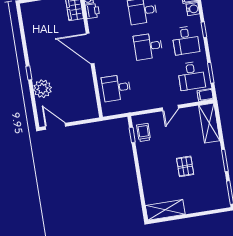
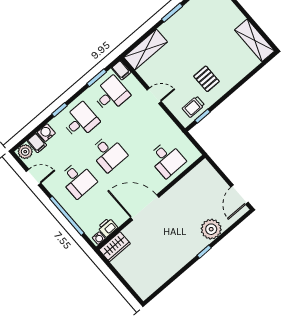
door: (90, 49) -> (145, 207), swing flipped
pallet: (185, 166) -> (206, 79), moved, turned 90

